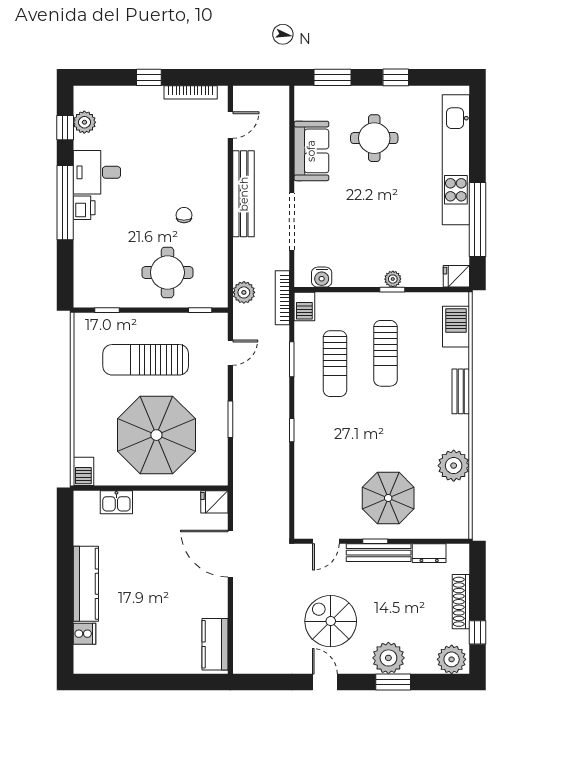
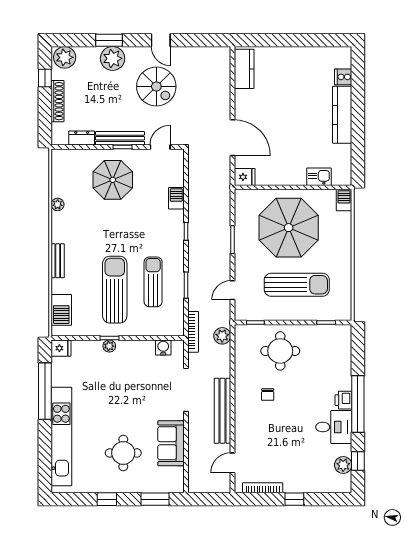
barbecue: (304, 306) -> (176, 198), moved
sun lounger: (385, 353) -> (115, 290), width x1.36, depth x1.34
plant: (454, 466) -> (58, 204), width x0.53, depth x0.53

